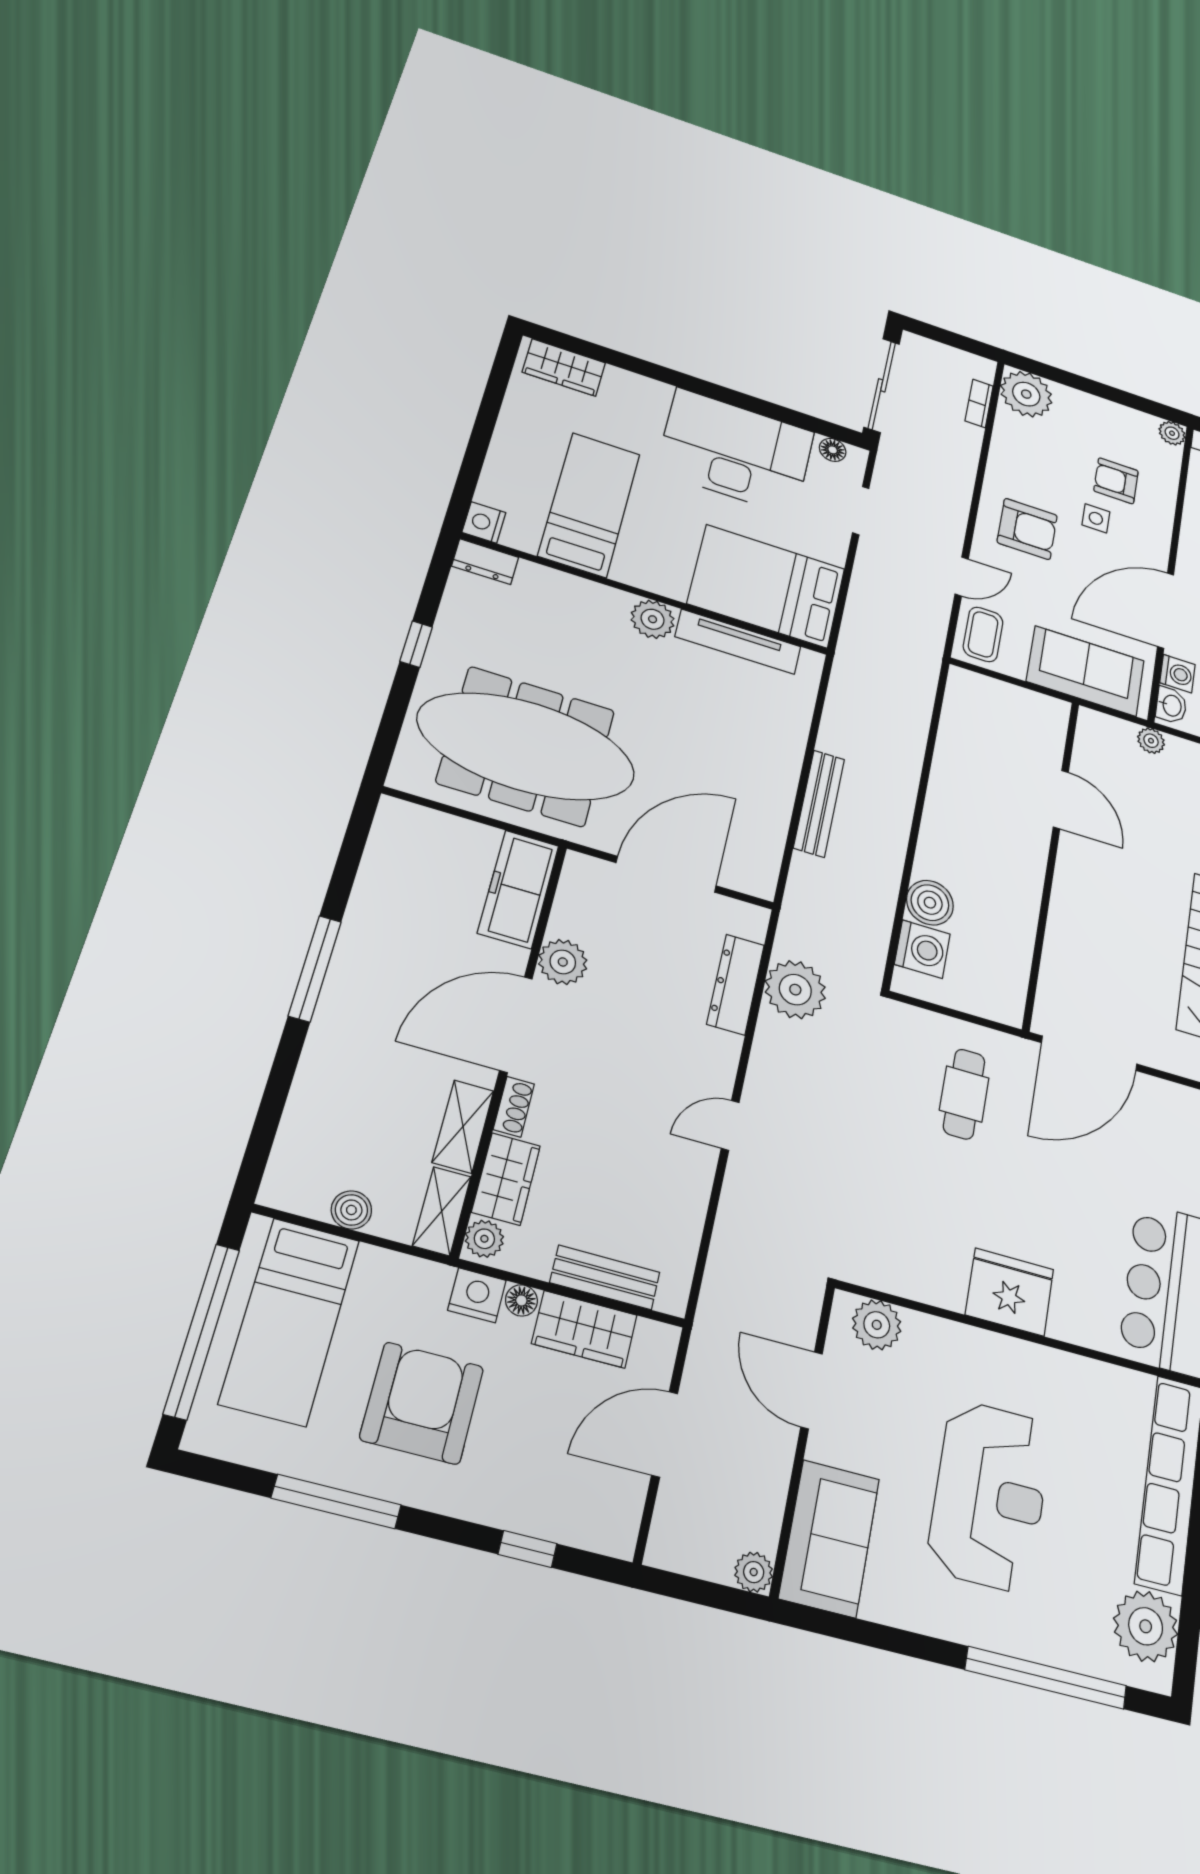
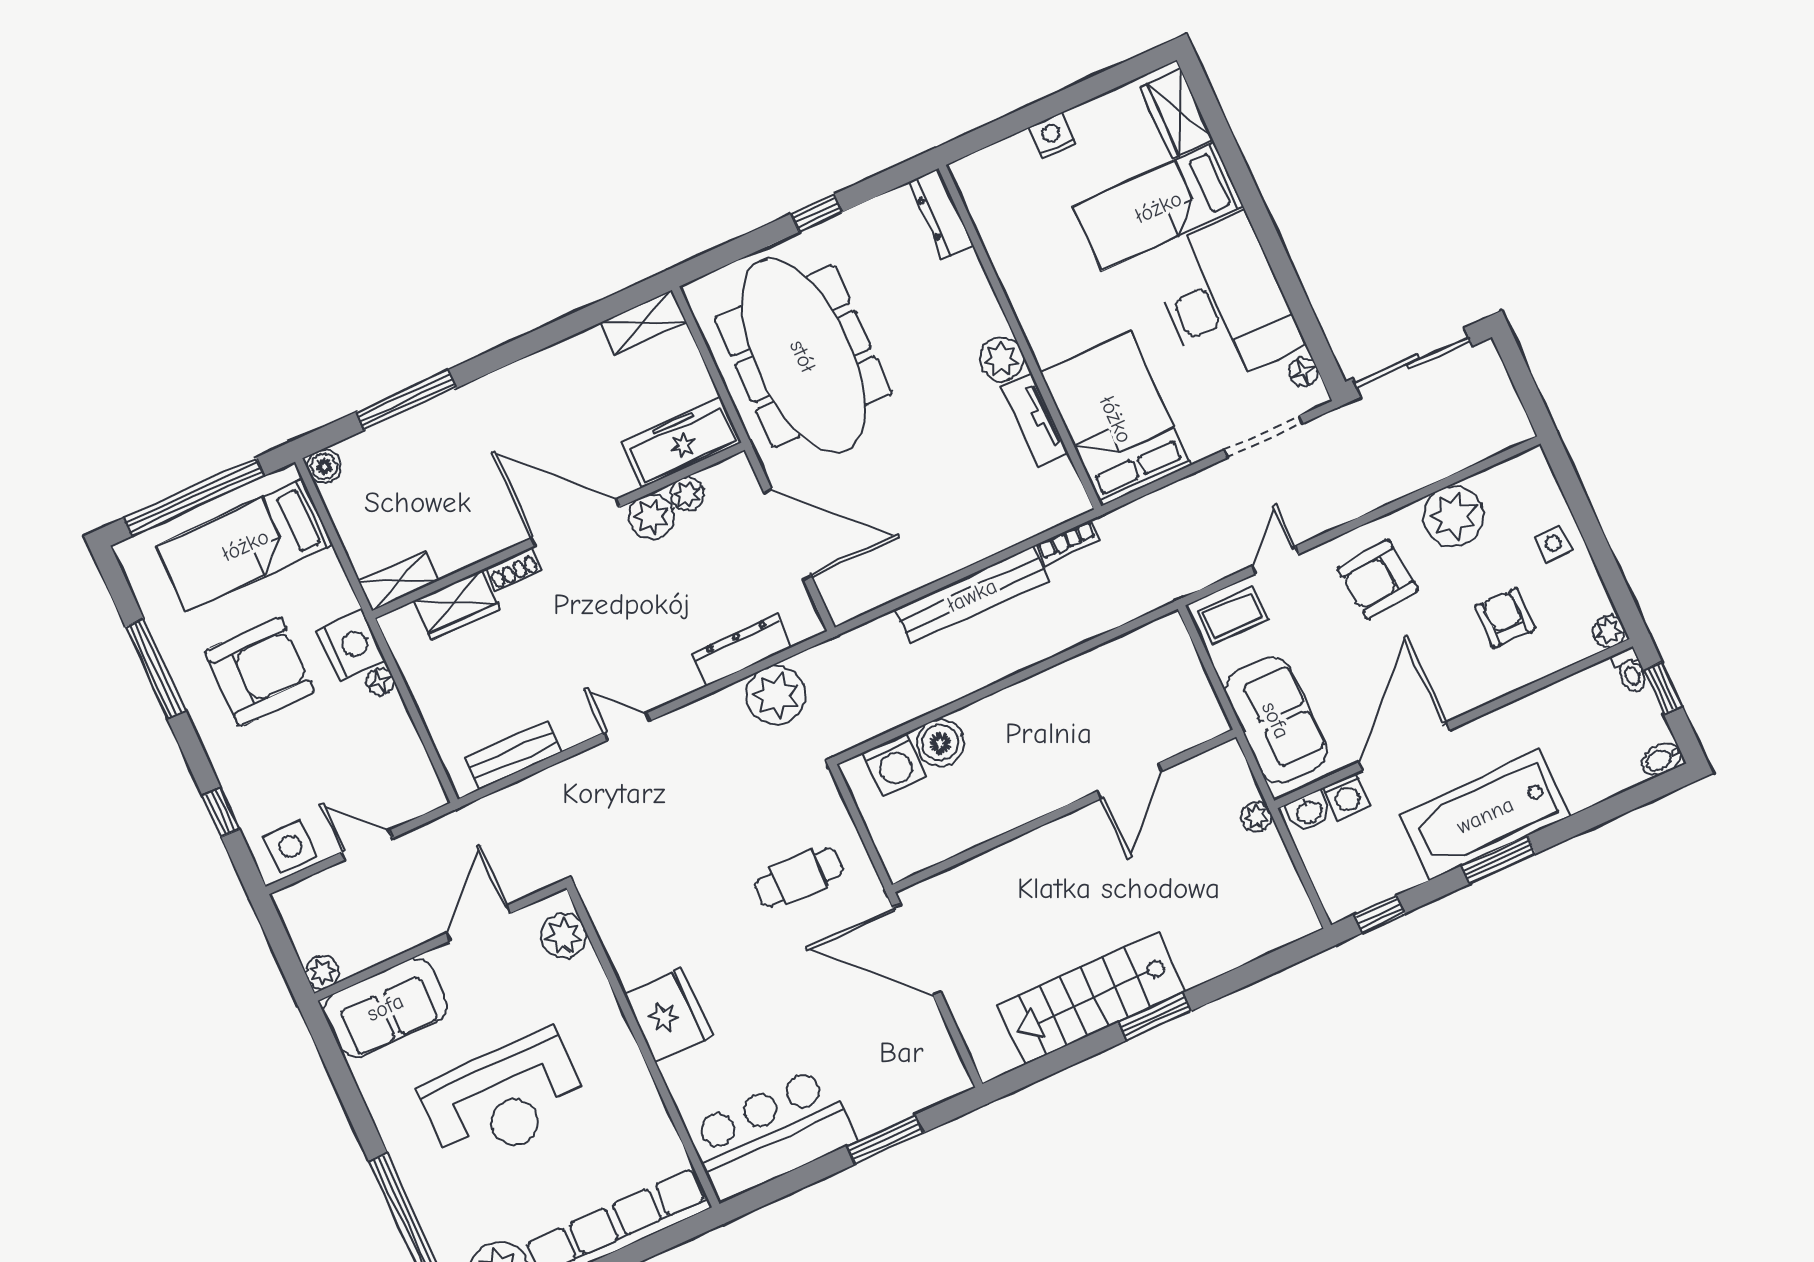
plant: (1026, 394) -> (1453, 516), moved
bookcase: (979, 403) -> (1068, 543), moved, turned 180
bed: (589, 505) -> (1158, 207), moved, turned 180
doorway: (861, 511) -> (1263, 437), width x1.38
side table: (1096, 518) -> (1553, 543), moved
nightstand: (484, 522) -> (1052, 136), moved
armchair: (1027, 529) -> (1378, 579), turned 84
dresser: (485, 562) -> (941, 214), width x1.44
door: (962, 577) -> (1275, 560), swing flipped
door: (1166, 610) -> (1404, 746), hinge flipped
tv unit: (738, 642) -> (1035, 420), width x0.71
bench: (819, 803) -> (972, 595), width x1.37, depth x1.21
window: (315, 969) -> (406, 400), moved
shelving: (463, 1126) -> (643, 322), moved
boiler: (351, 1210) -> (324, 466), moved
plant: (484, 1239) -> (687, 494), moved
bench: (605, 1277) -> (513, 755), moved, turned 90
nightstand: (477, 1295) -> (351, 646), width x1.36, depth x1.33
wardrobe: (584, 1329) -> (395, 738), removed
door: (665, 1434) -> (367, 845), width x0.73
side table: (611, 1508) -> (290, 846), added

